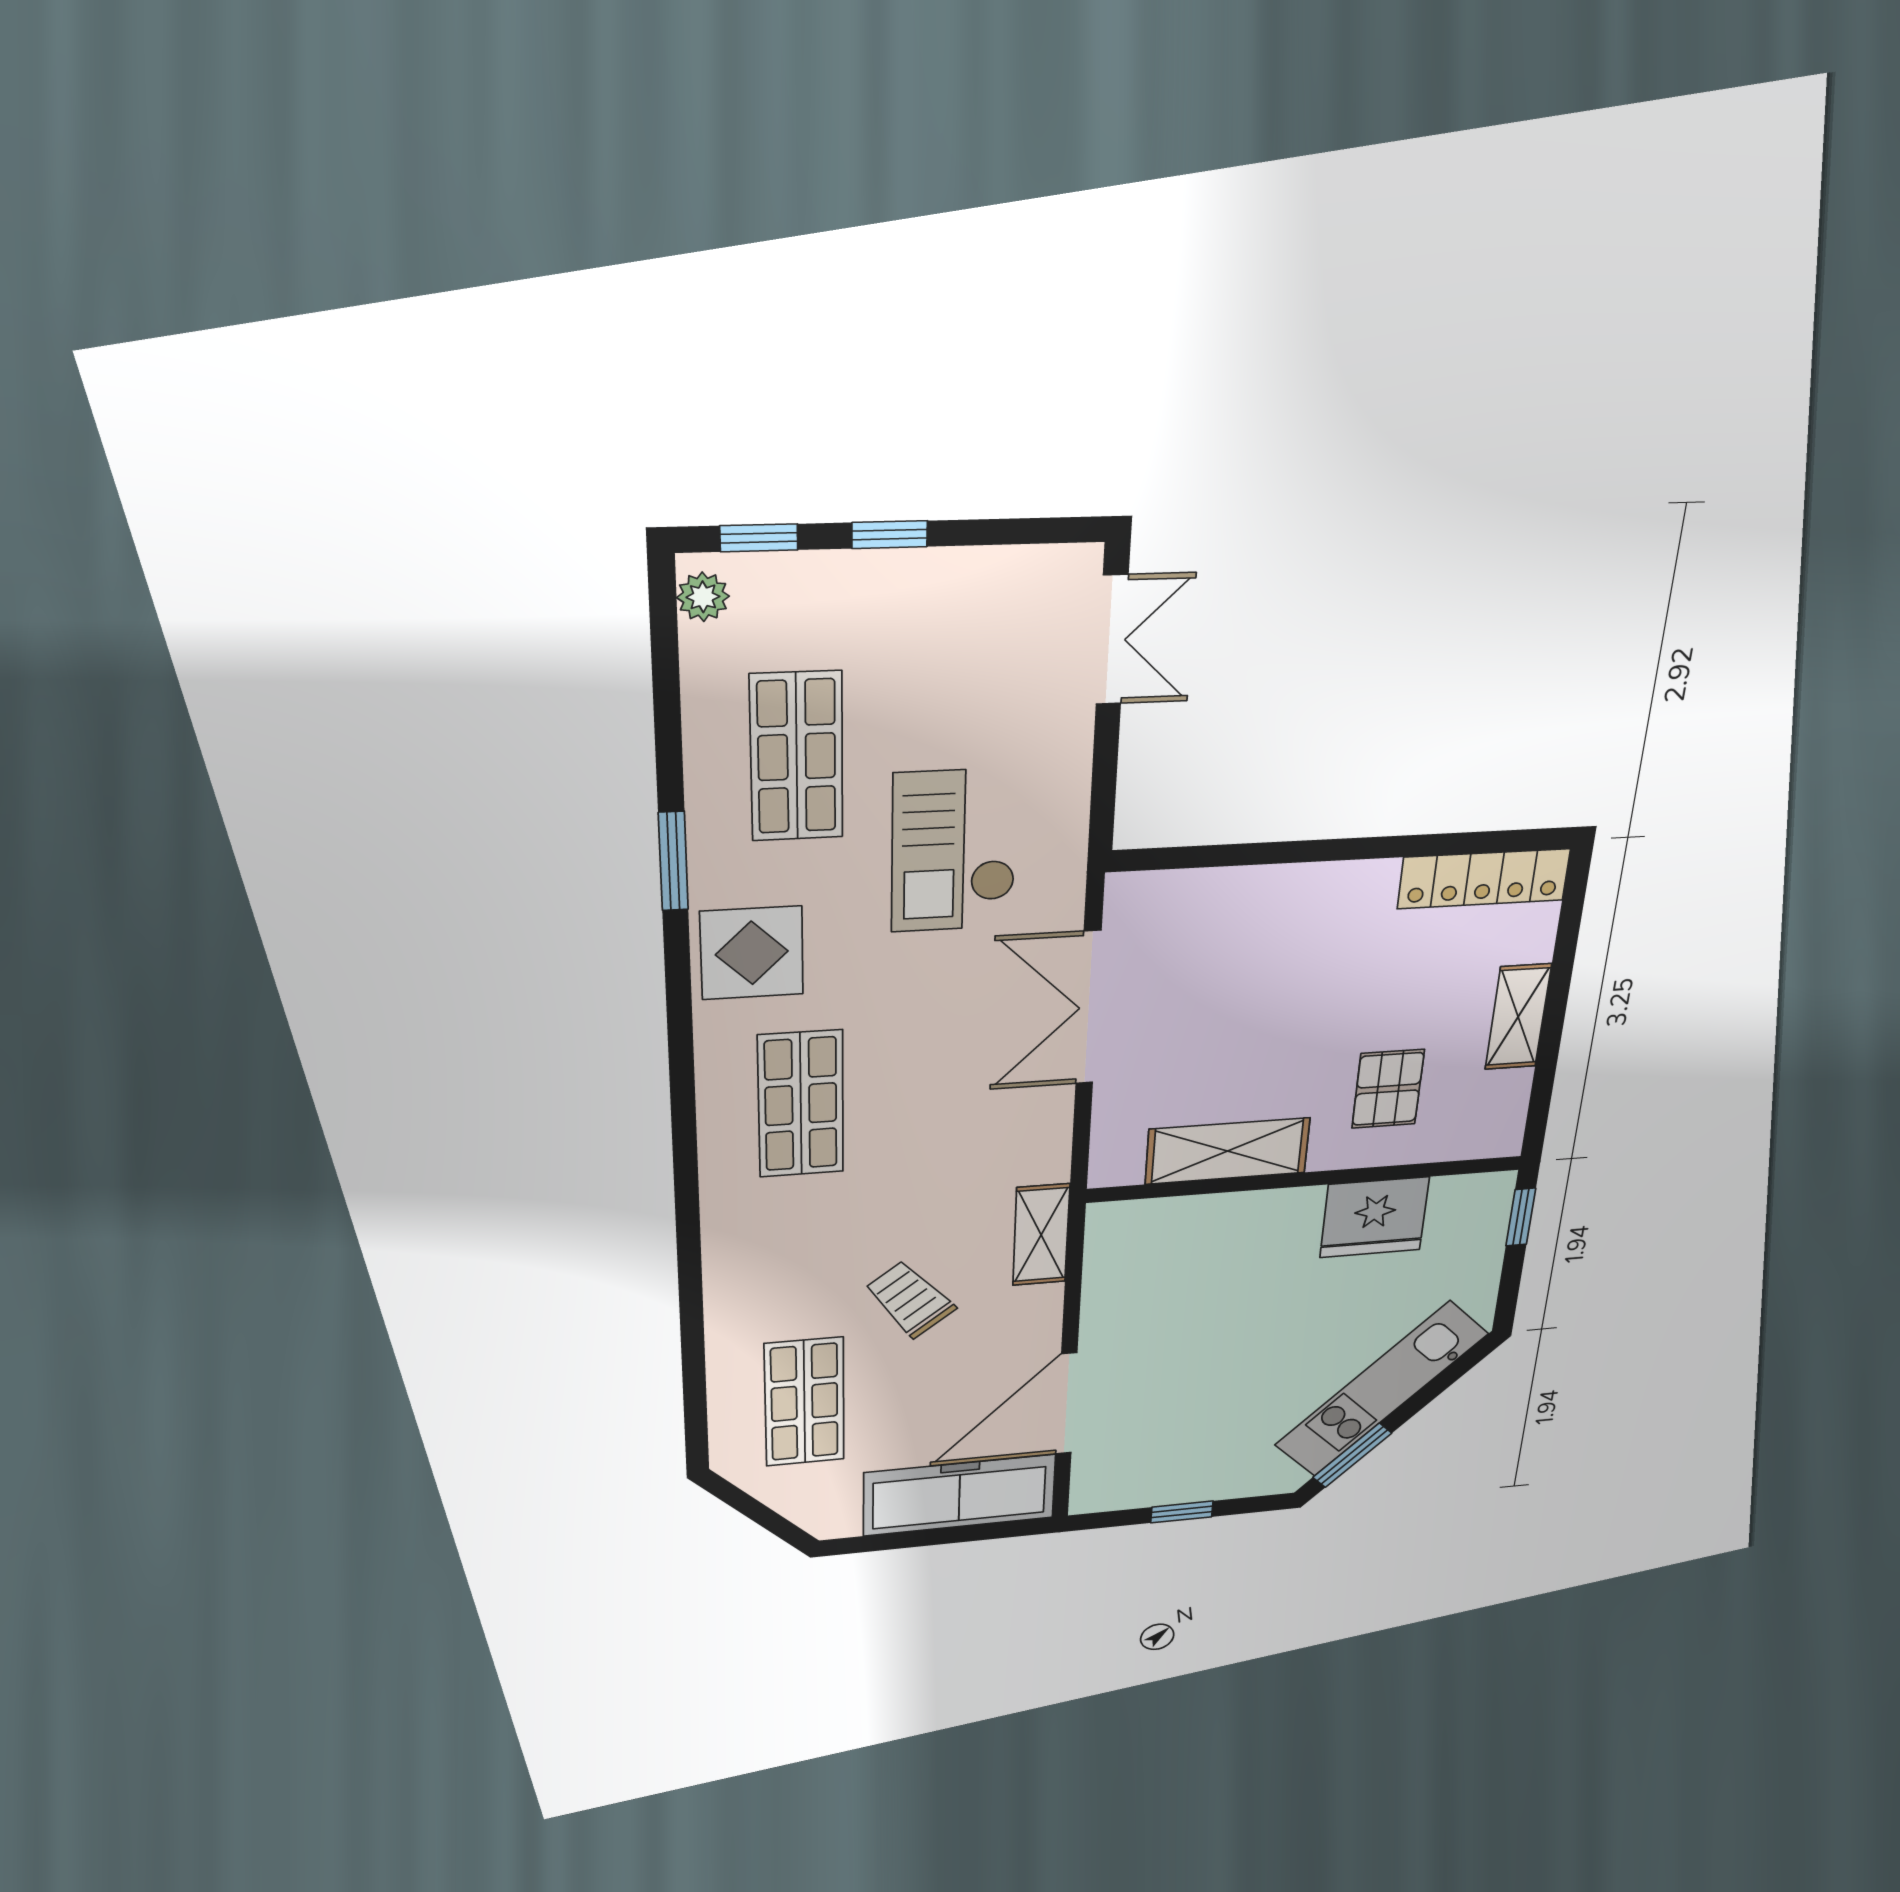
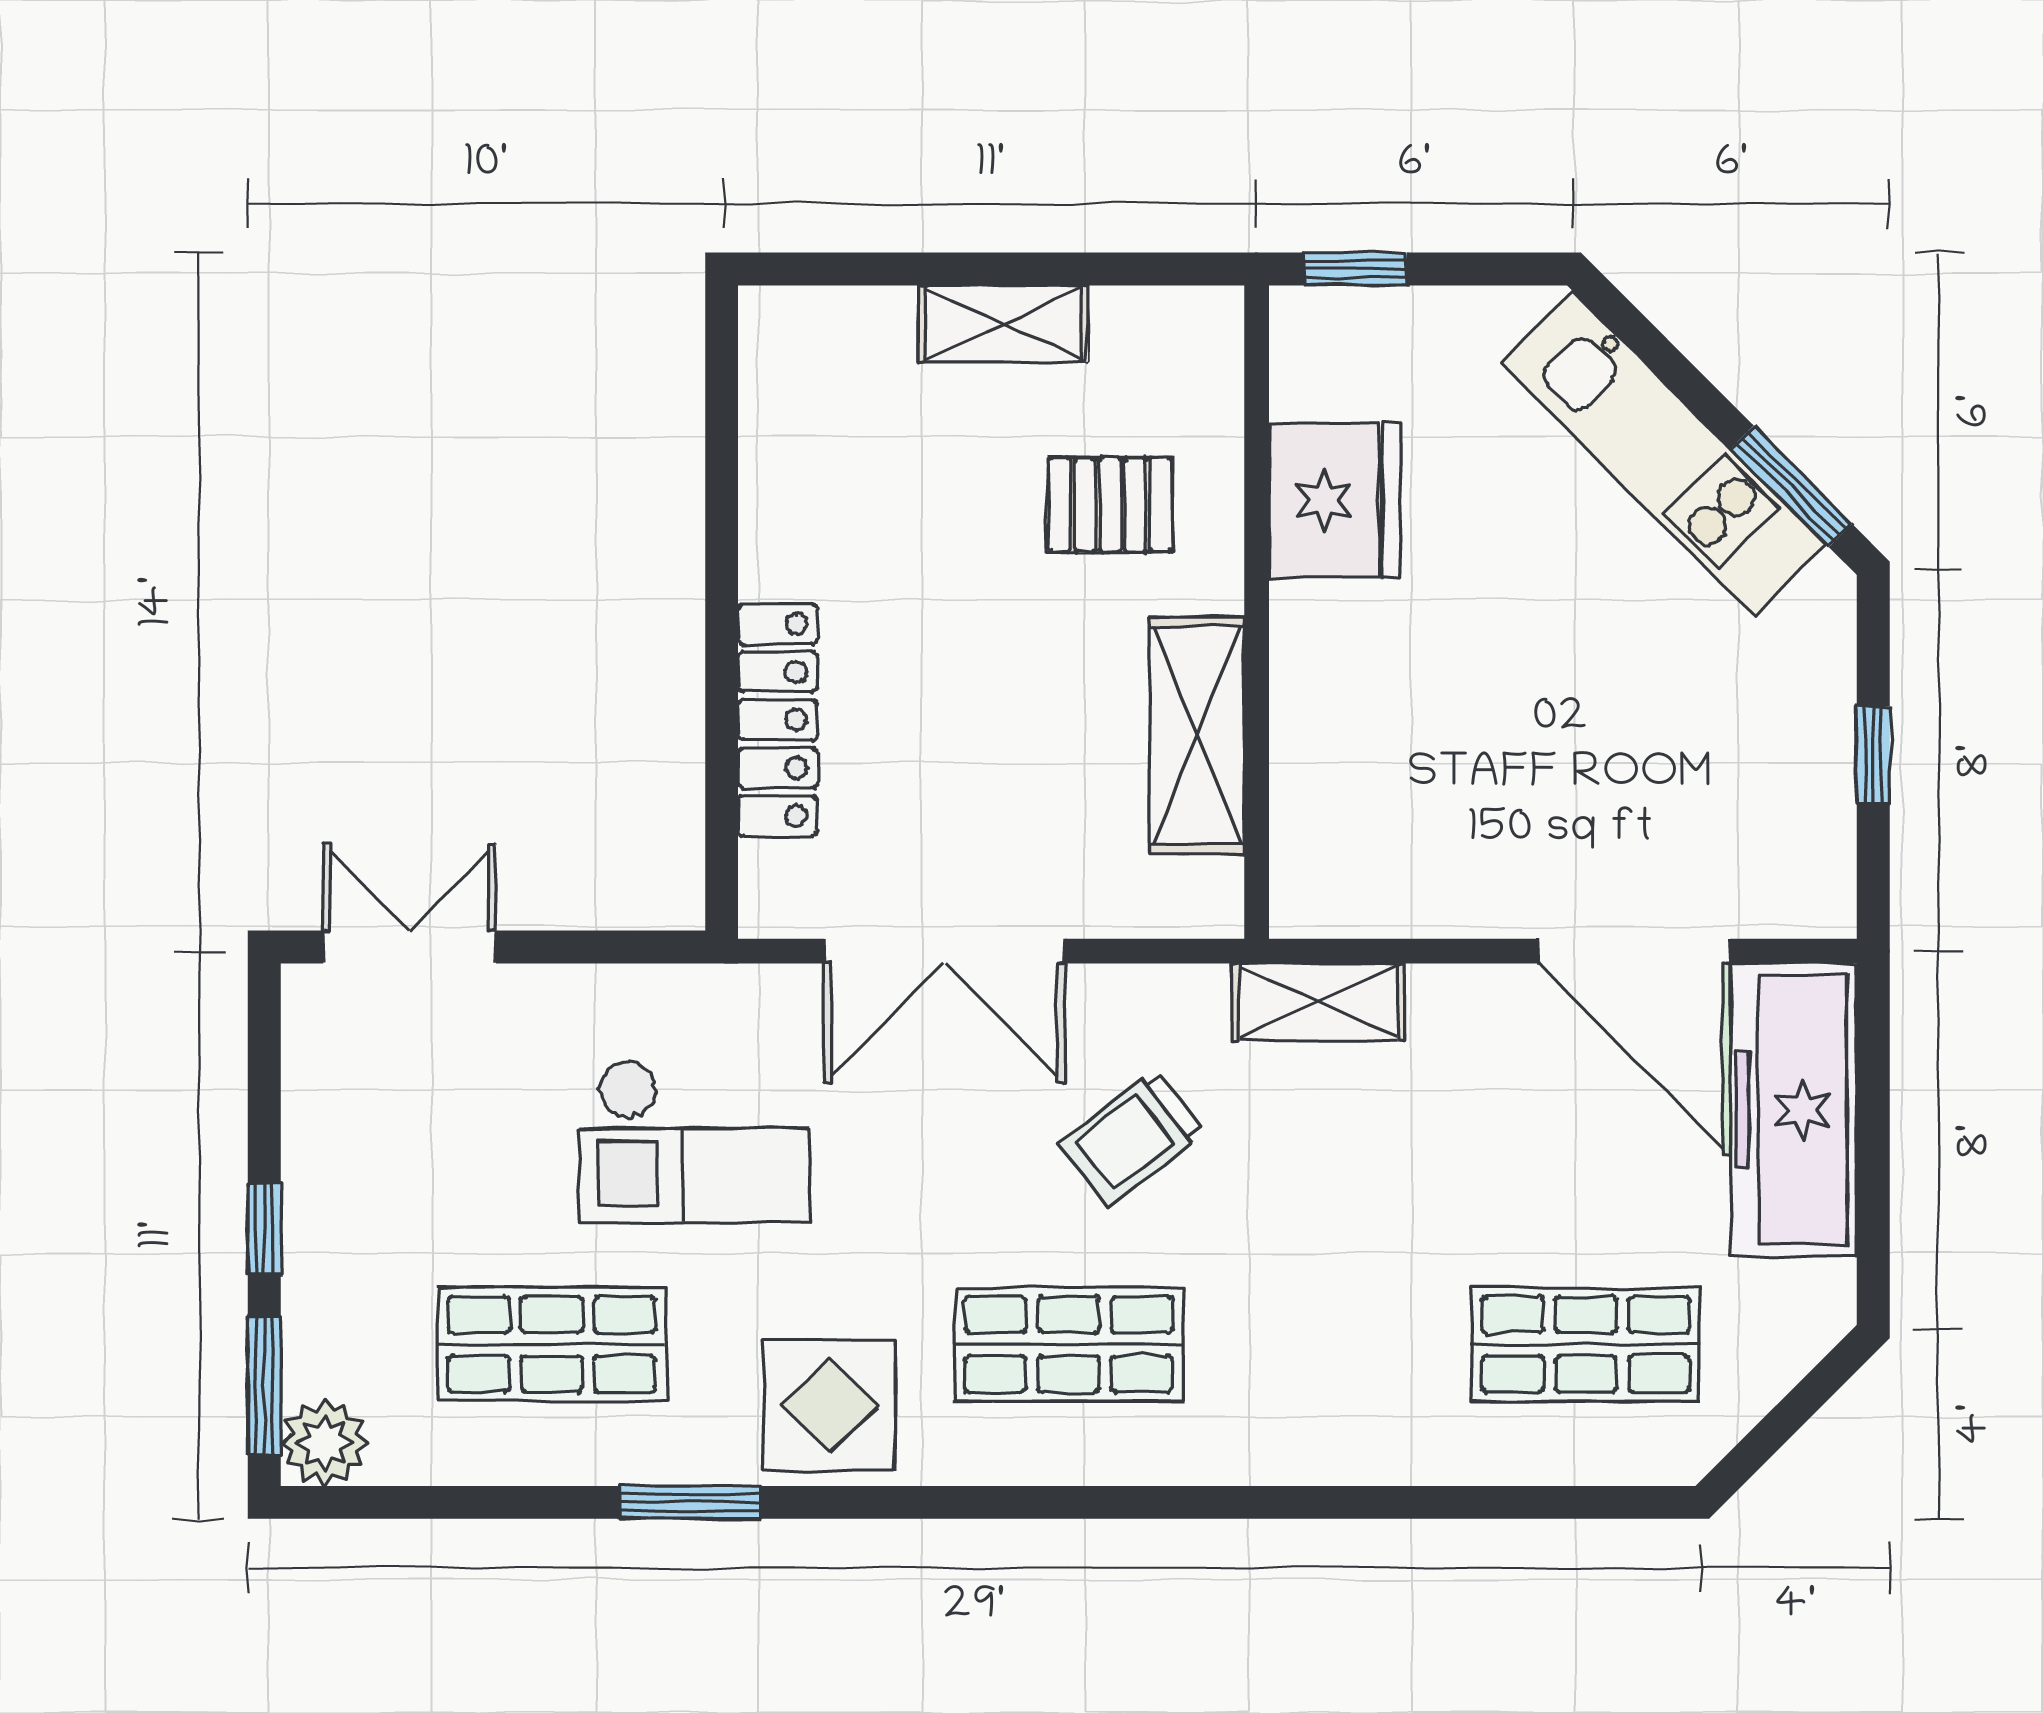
window: (759, 538) -> (264, 1386), width x1.50
plant: (703, 597) -> (325, 1443), width x1.38, depth x1.38
locker: (1484, 879) -> (778, 720), moved
trolley: (910, 1299) -> (1132, 1138), moved

